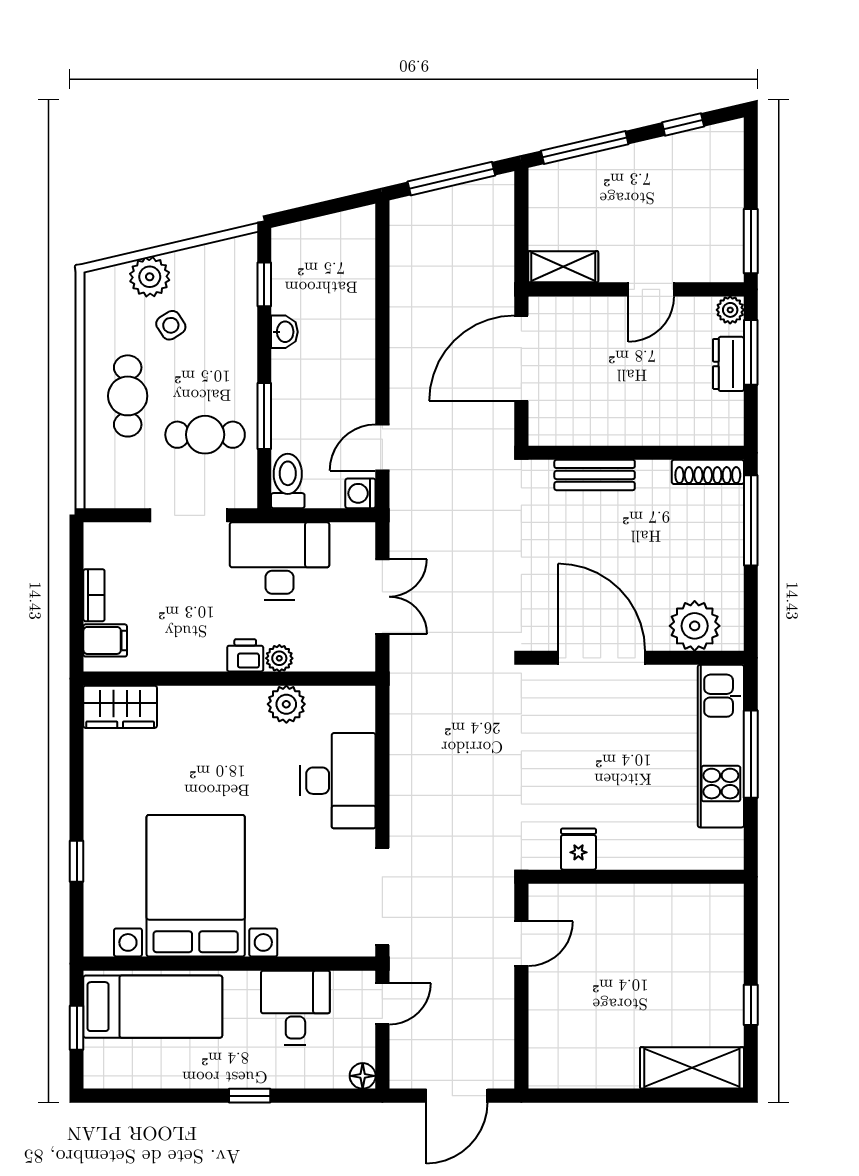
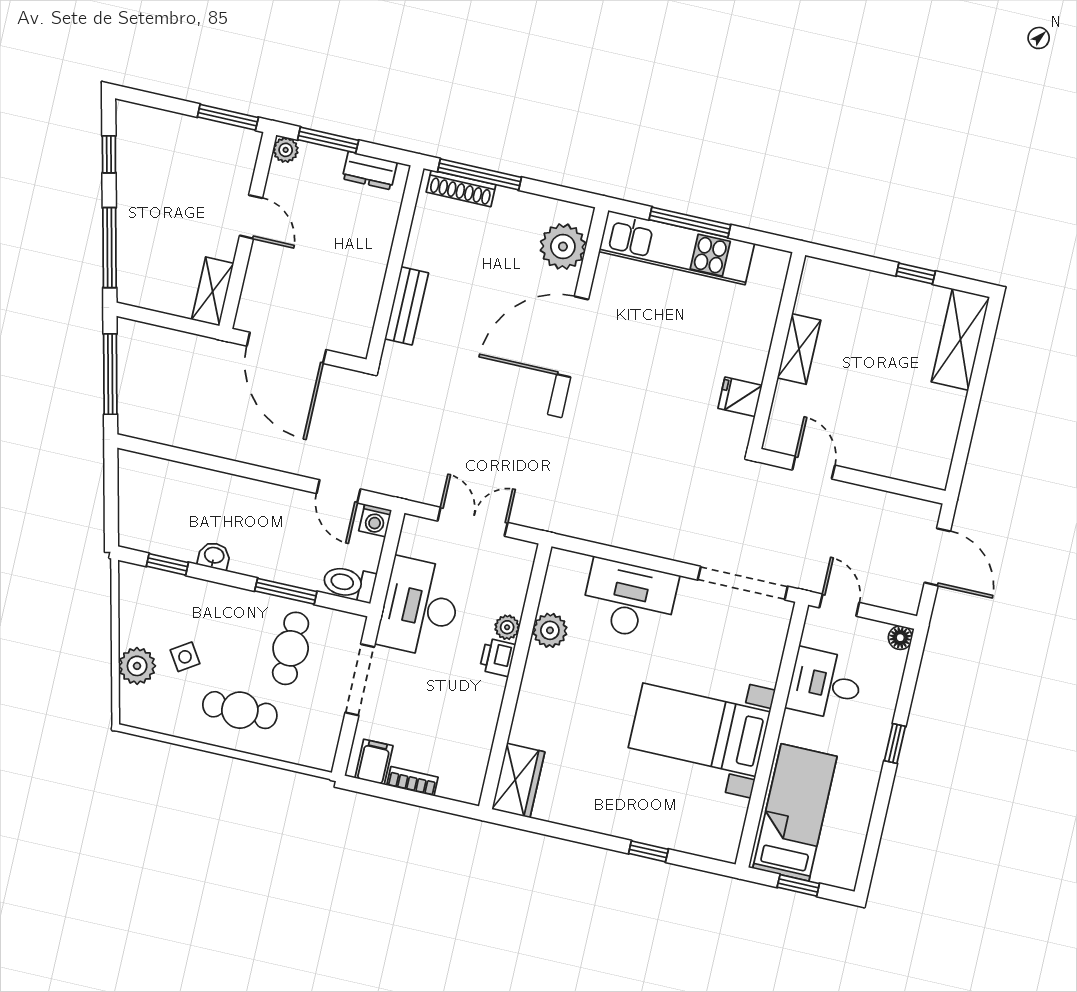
dresser: (728, 364) -> (370, 171), moved
shoe rack: (708, 472) -> (461, 188), moved, turned 90
filing cabinet: (105, 640) -> (374, 762), moved
bed with nightstands: (196, 886) -> (699, 730), width x0.73
shelving: (643, 900) -> (799, 349), added

